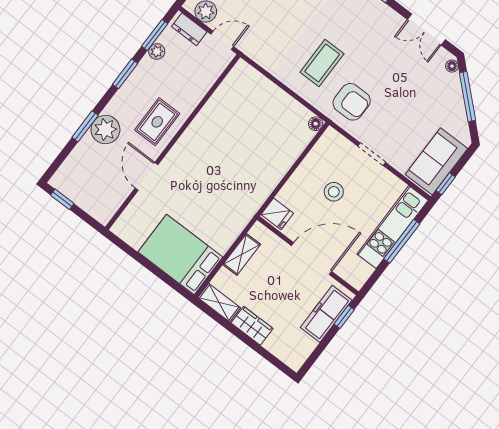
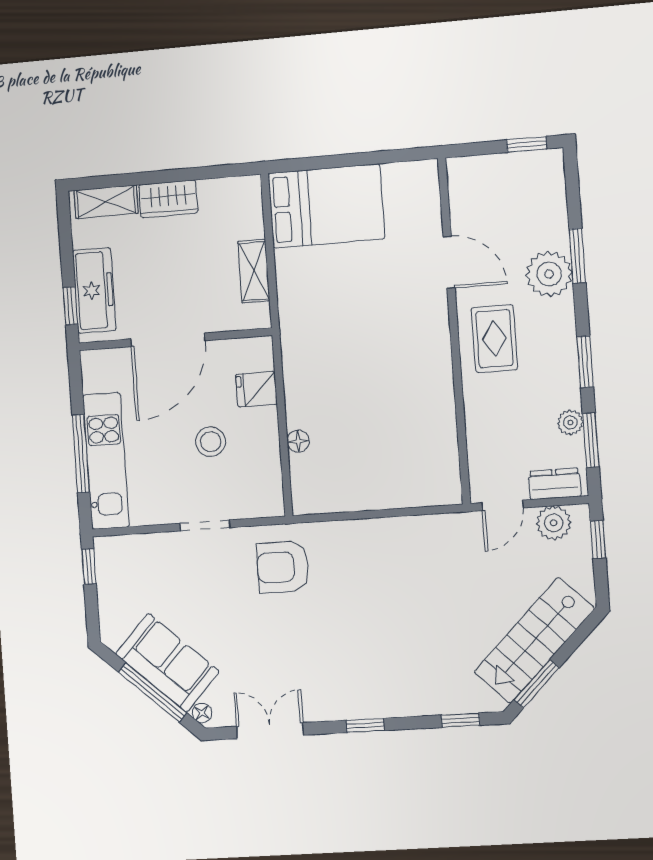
coffee table: (322, 63) -> (359, 583), removed
floor lamp: (316, 124) -> (298, 441), moved
sofa: (436, 161) -> (167, 663), moved, turned -47
fridge: (277, 214) -> (256, 389), moved
shelving: (219, 303) -> (106, 202), moved

